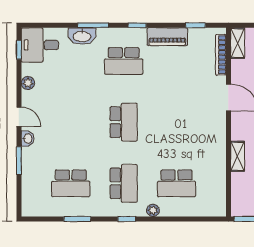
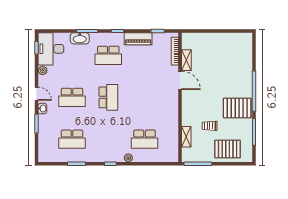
shelving: (238, 43) -> (186, 60), moved
desk: (40, 45) -> (51, 49), width x1.37
shelving: (238, 156) -> (186, 137), moved
school desk: (124, 183) -> (72, 97), moved, turned 90

